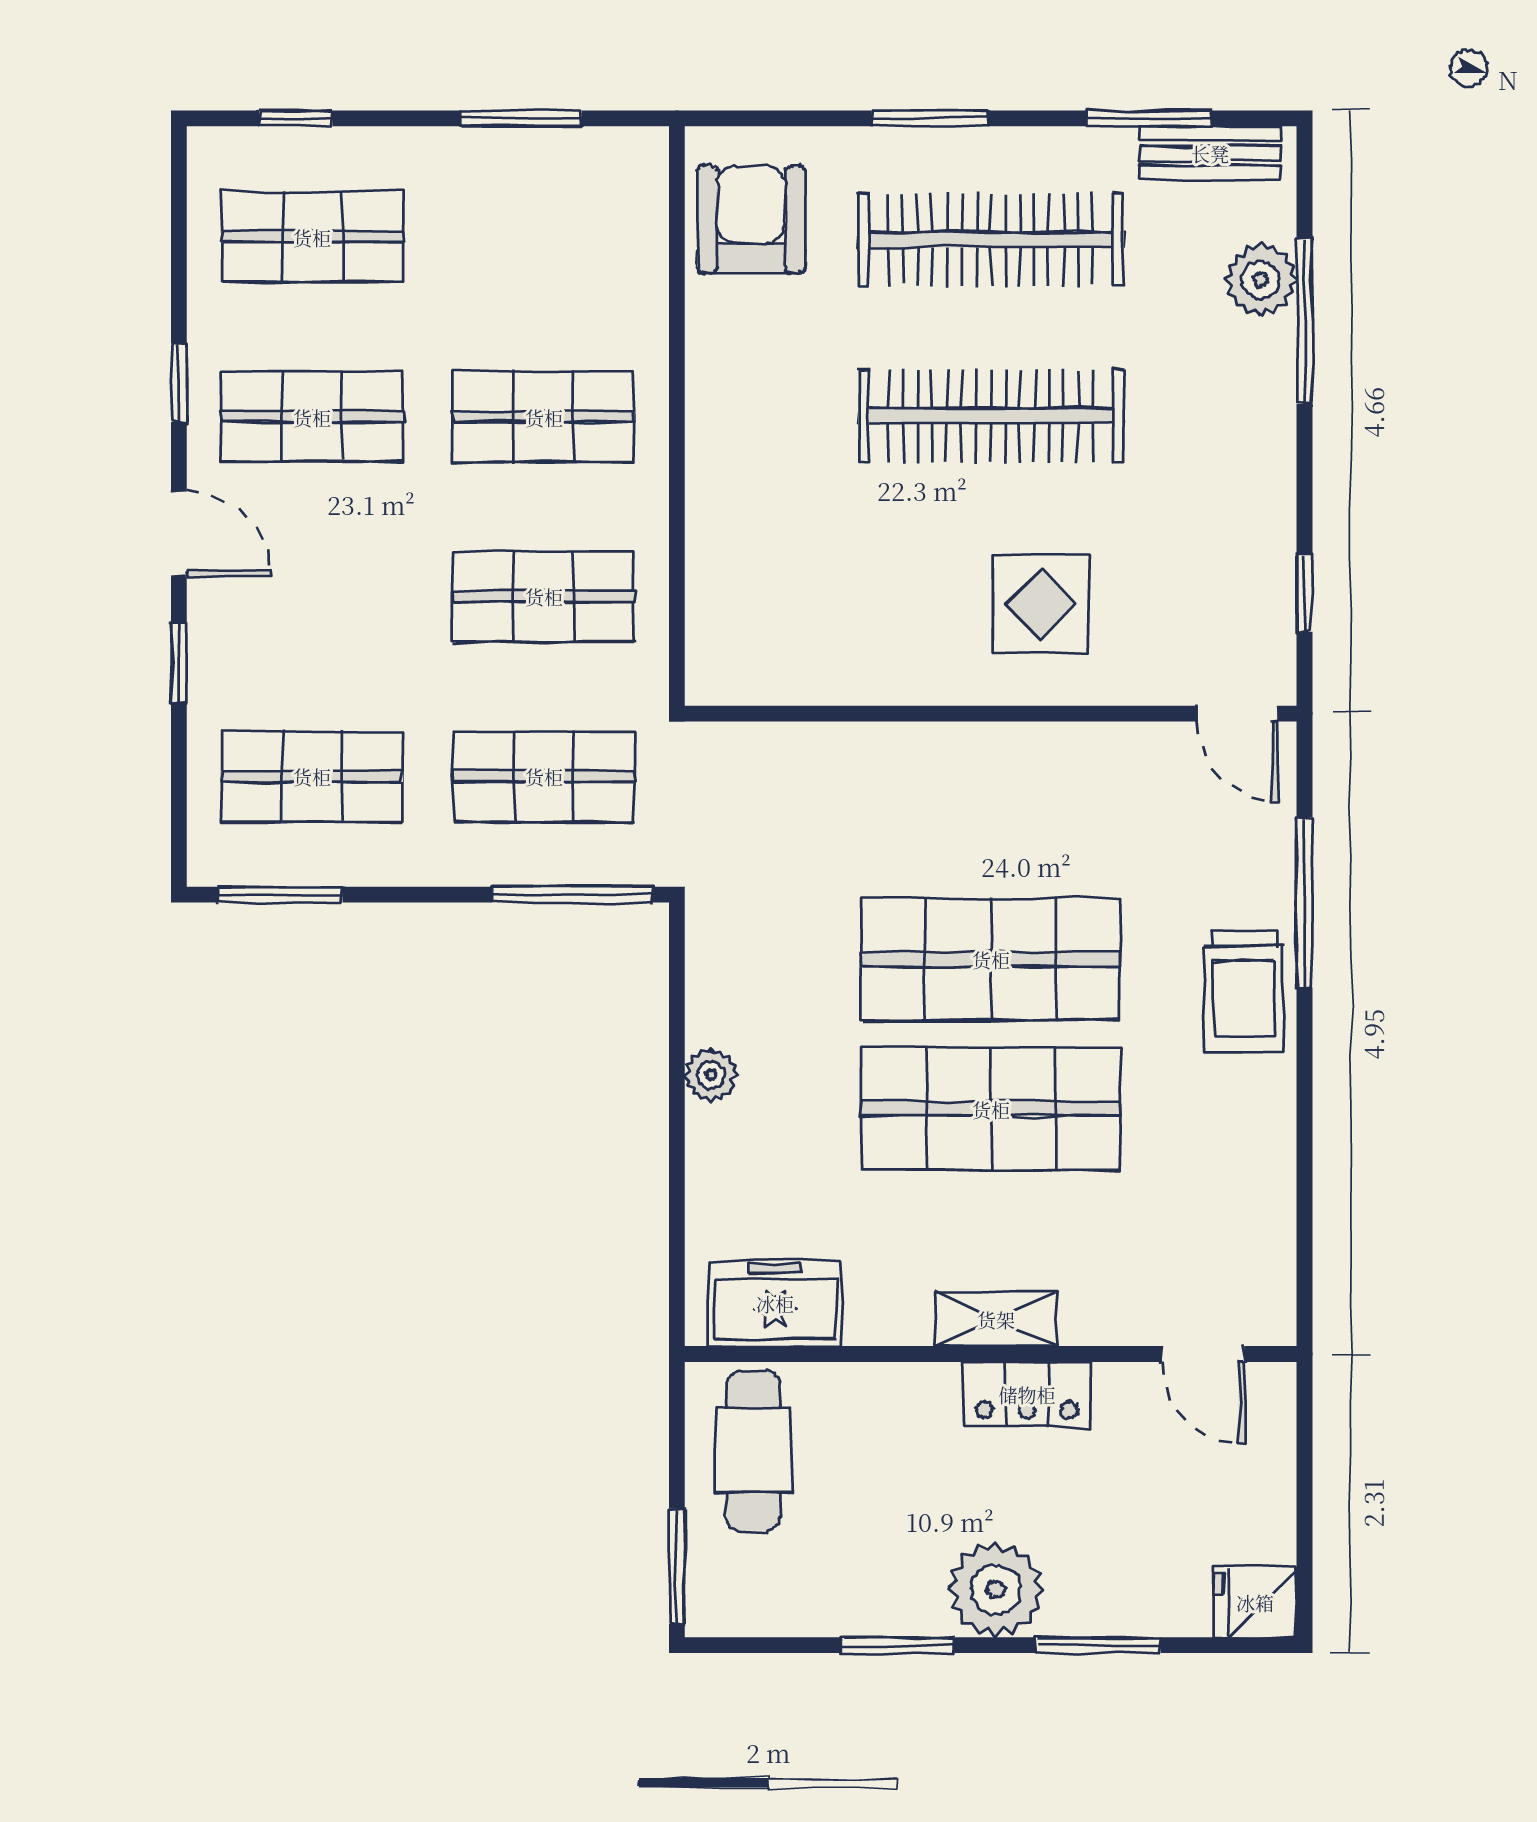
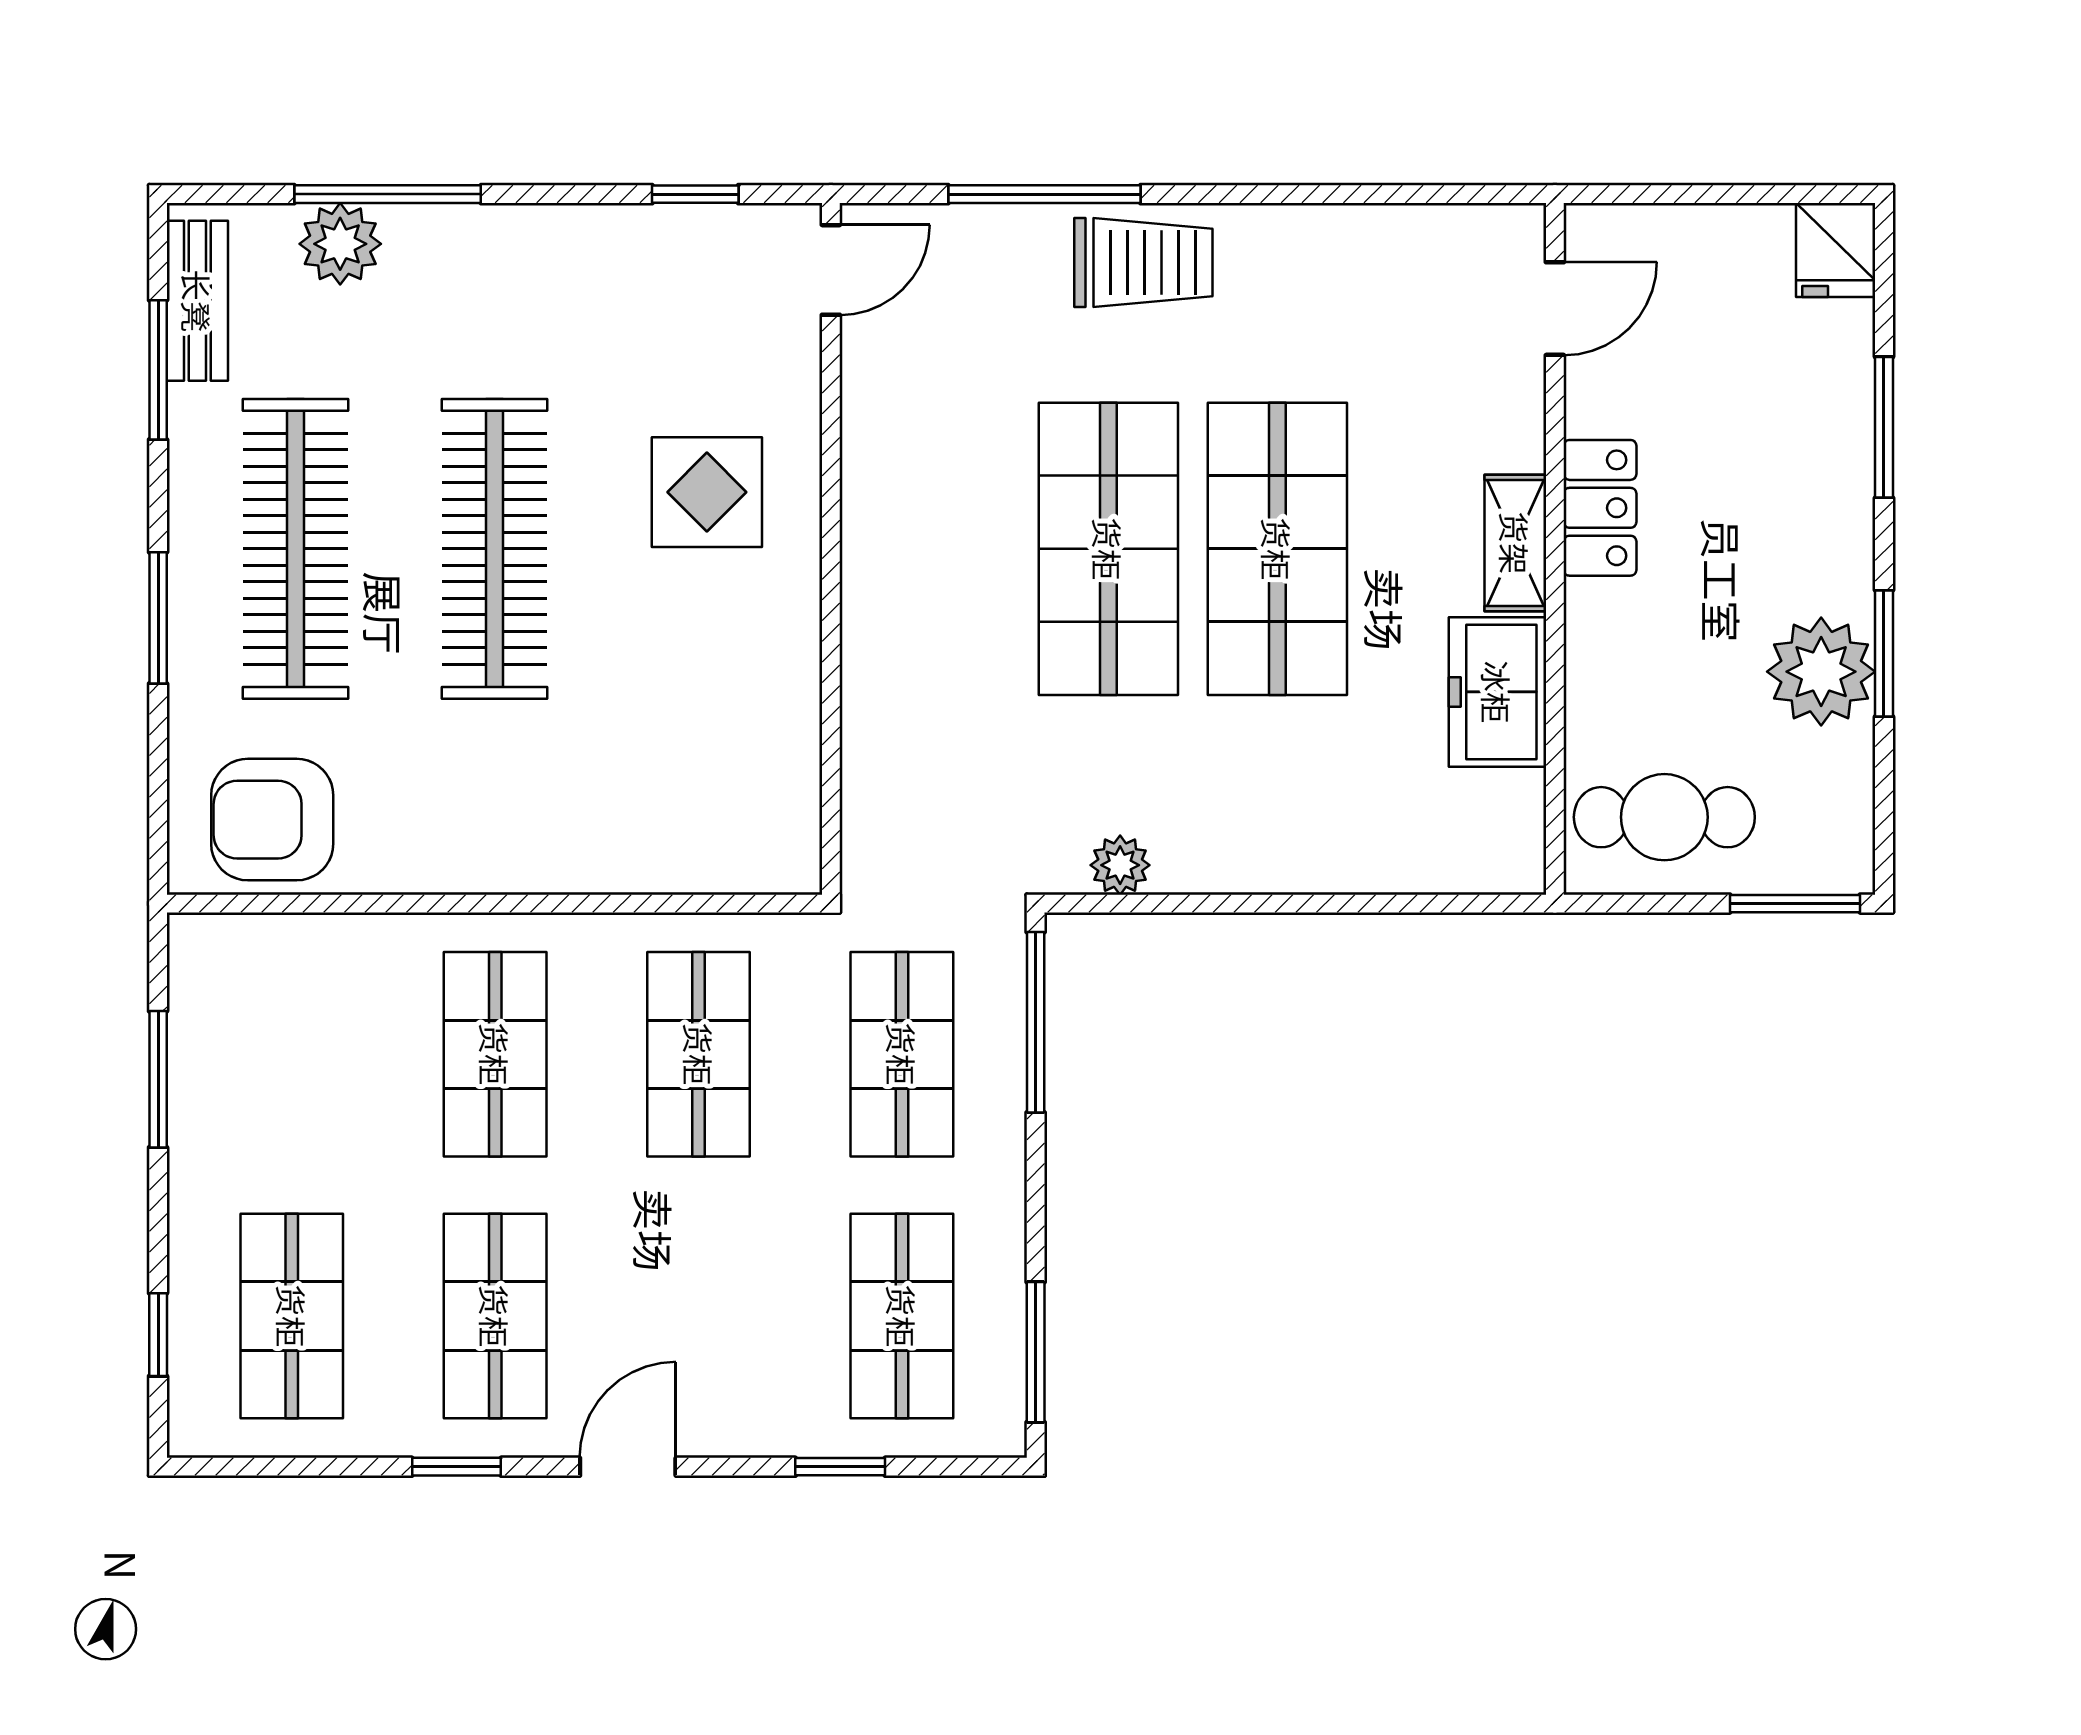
window: (179, 663) -> (840, 1467), moved
plant: (711, 1075) -> (1120, 865), moved
freezer: (775, 1303) -> (1497, 692), moved
plant: (996, 1589) -> (1821, 672), moved

